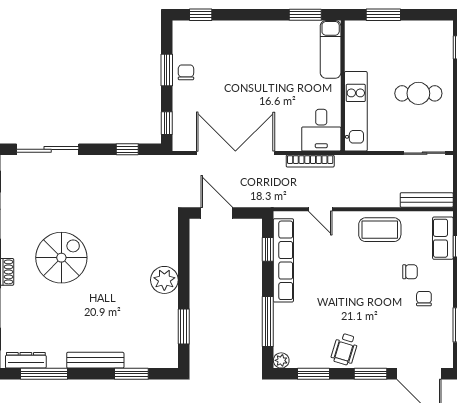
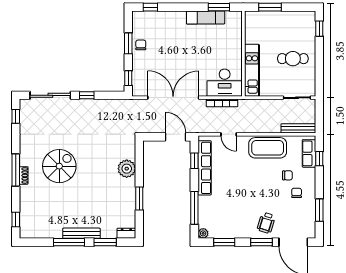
exam couch: (331, 49) -> (206, 17), moved, turned -90
desk: (321, 130) -> (225, 83), width x1.37
window: (127, 149) -> (87, 95), moved
door: (217, 213) -> (175, 137), moved
coffee table: (380, 230) -> (268, 148), width x1.36, depth x1.32
plant: (164, 280) -> (127, 169), moved
window: (184, 326) -> (139, 198), moved
wheelchair: (345, 349) -> (266, 223), moved
dresser: (26, 360) -> (126, 233), moved, width x0.70
window: (44, 374) -> (69, 242), moved

